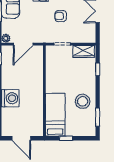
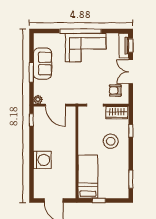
armchair: (61, 16) -> (115, 90), moved
door: (23, 44) -> (55, 105), hinge flipped
stool: (83, 101) -> (111, 141), moved

